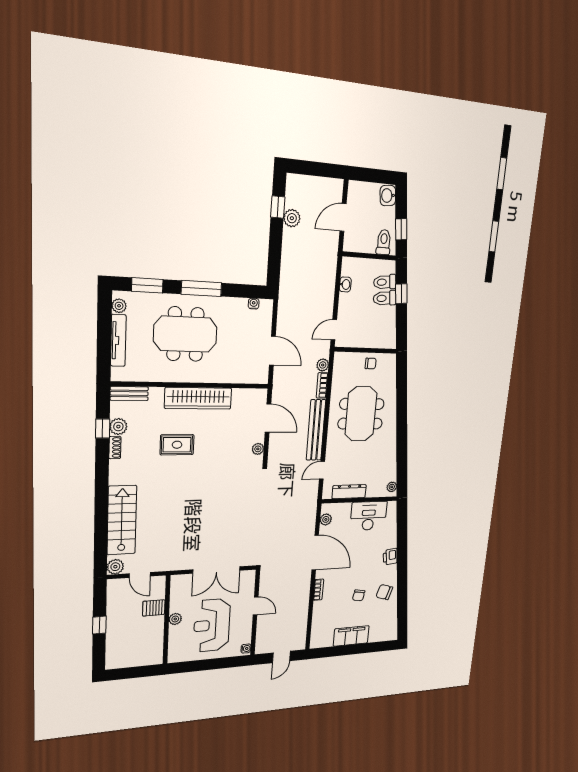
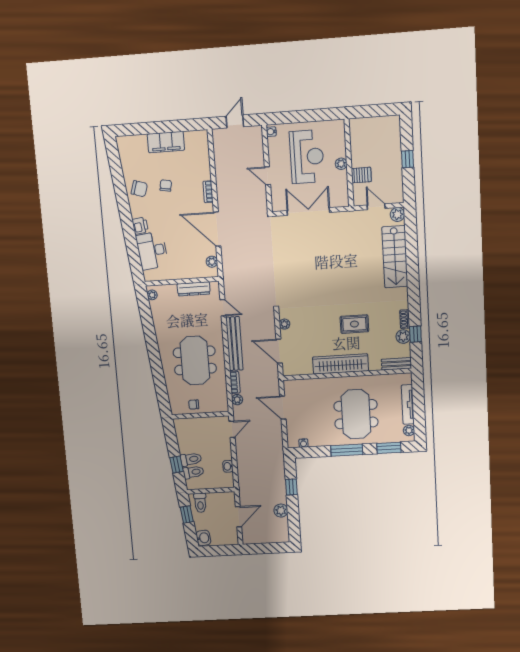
window: (278, 207) -> (291, 487), moved
meeting table: (185, 334) -> (356, 414), turned 90
door: (322, 470) -> (223, 308), hinge flipped
desk: (369, 516) -> (152, 251), moved, turned 83

